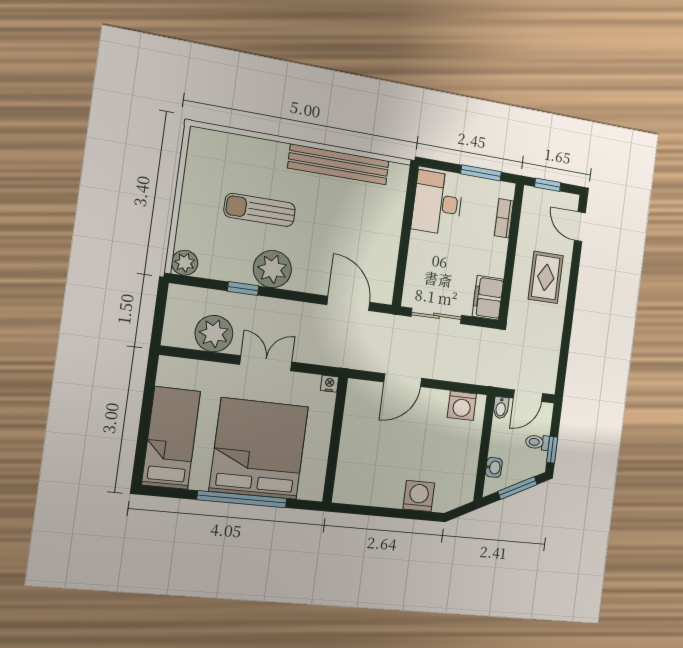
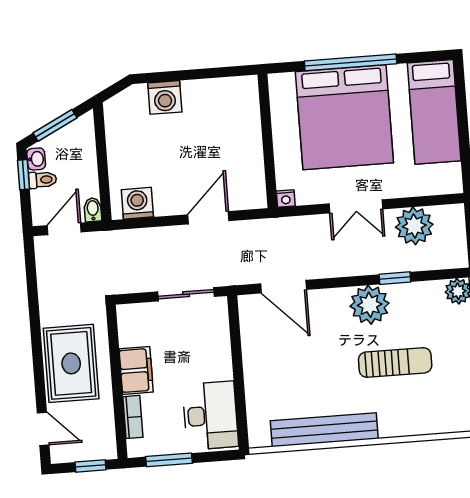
rug: (546, 277) -> (71, 363), width x1.36, depth x1.43
filing cabinet: (488, 298) -> (136, 370), moved
washbasin: (494, 467) -> (36, 159), moved, turned 180

